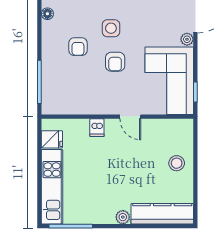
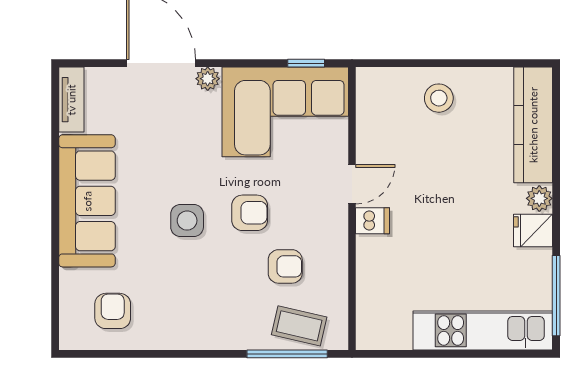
floor lamp: (47, 14) -> (160, 339), removed
armchair: (78, 47) -> (285, 266), moved
coffee table: (54, 88) -> (299, 326), added
dishwasher: (97, 128) -> (373, 221), moved
fridge: (52, 139) -> (533, 230), moved, turned -90

